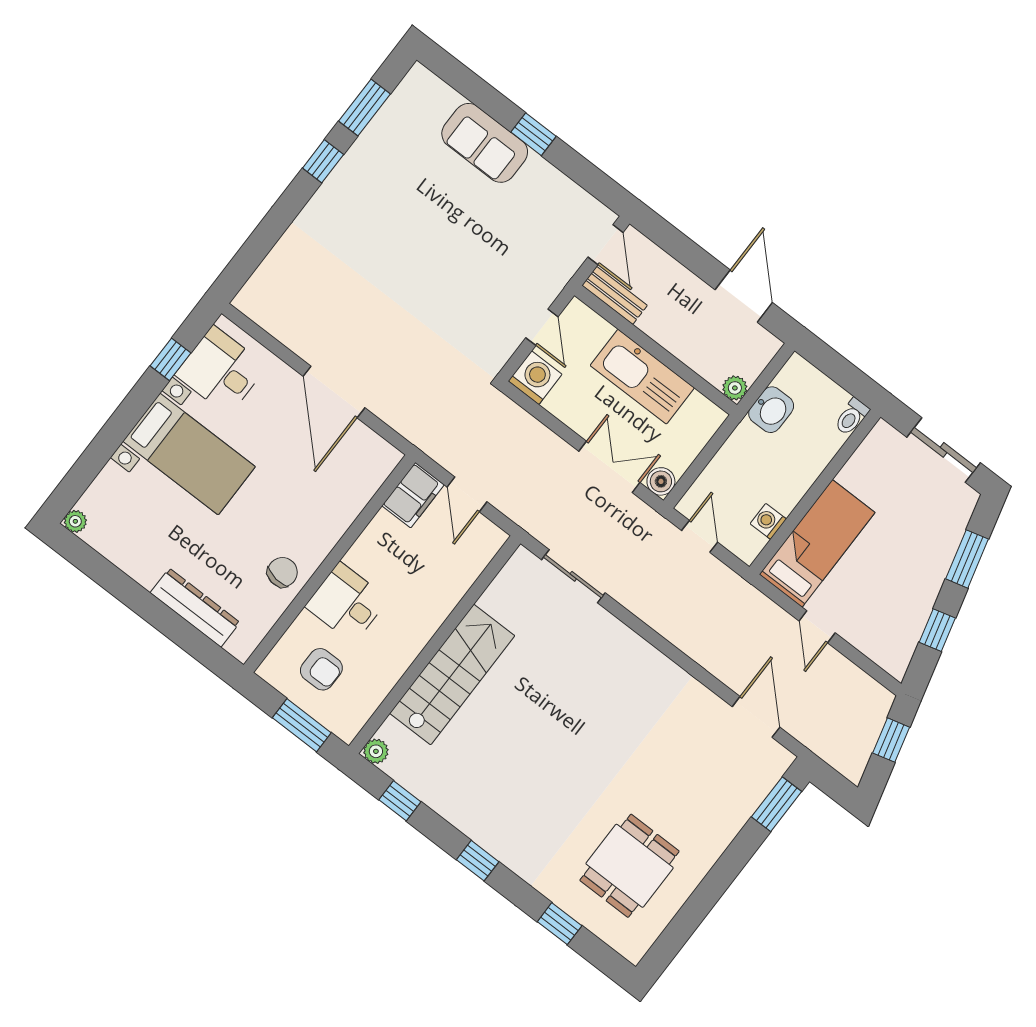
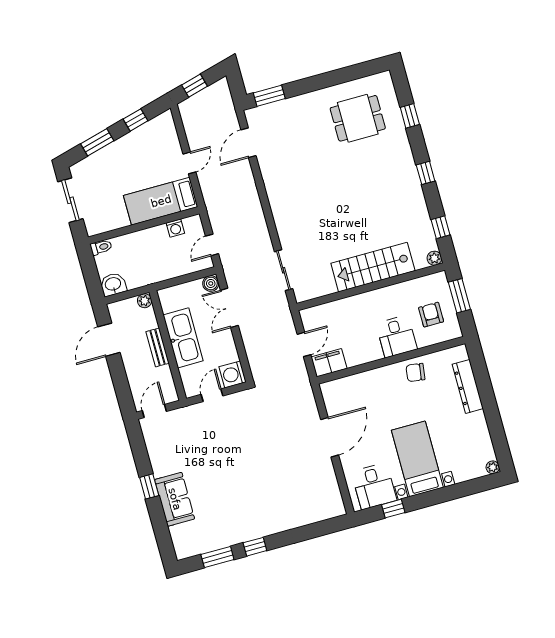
bench: (615, 295) -> (157, 347), moved
washbasin: (771, 410) -> (113, 284), moved

